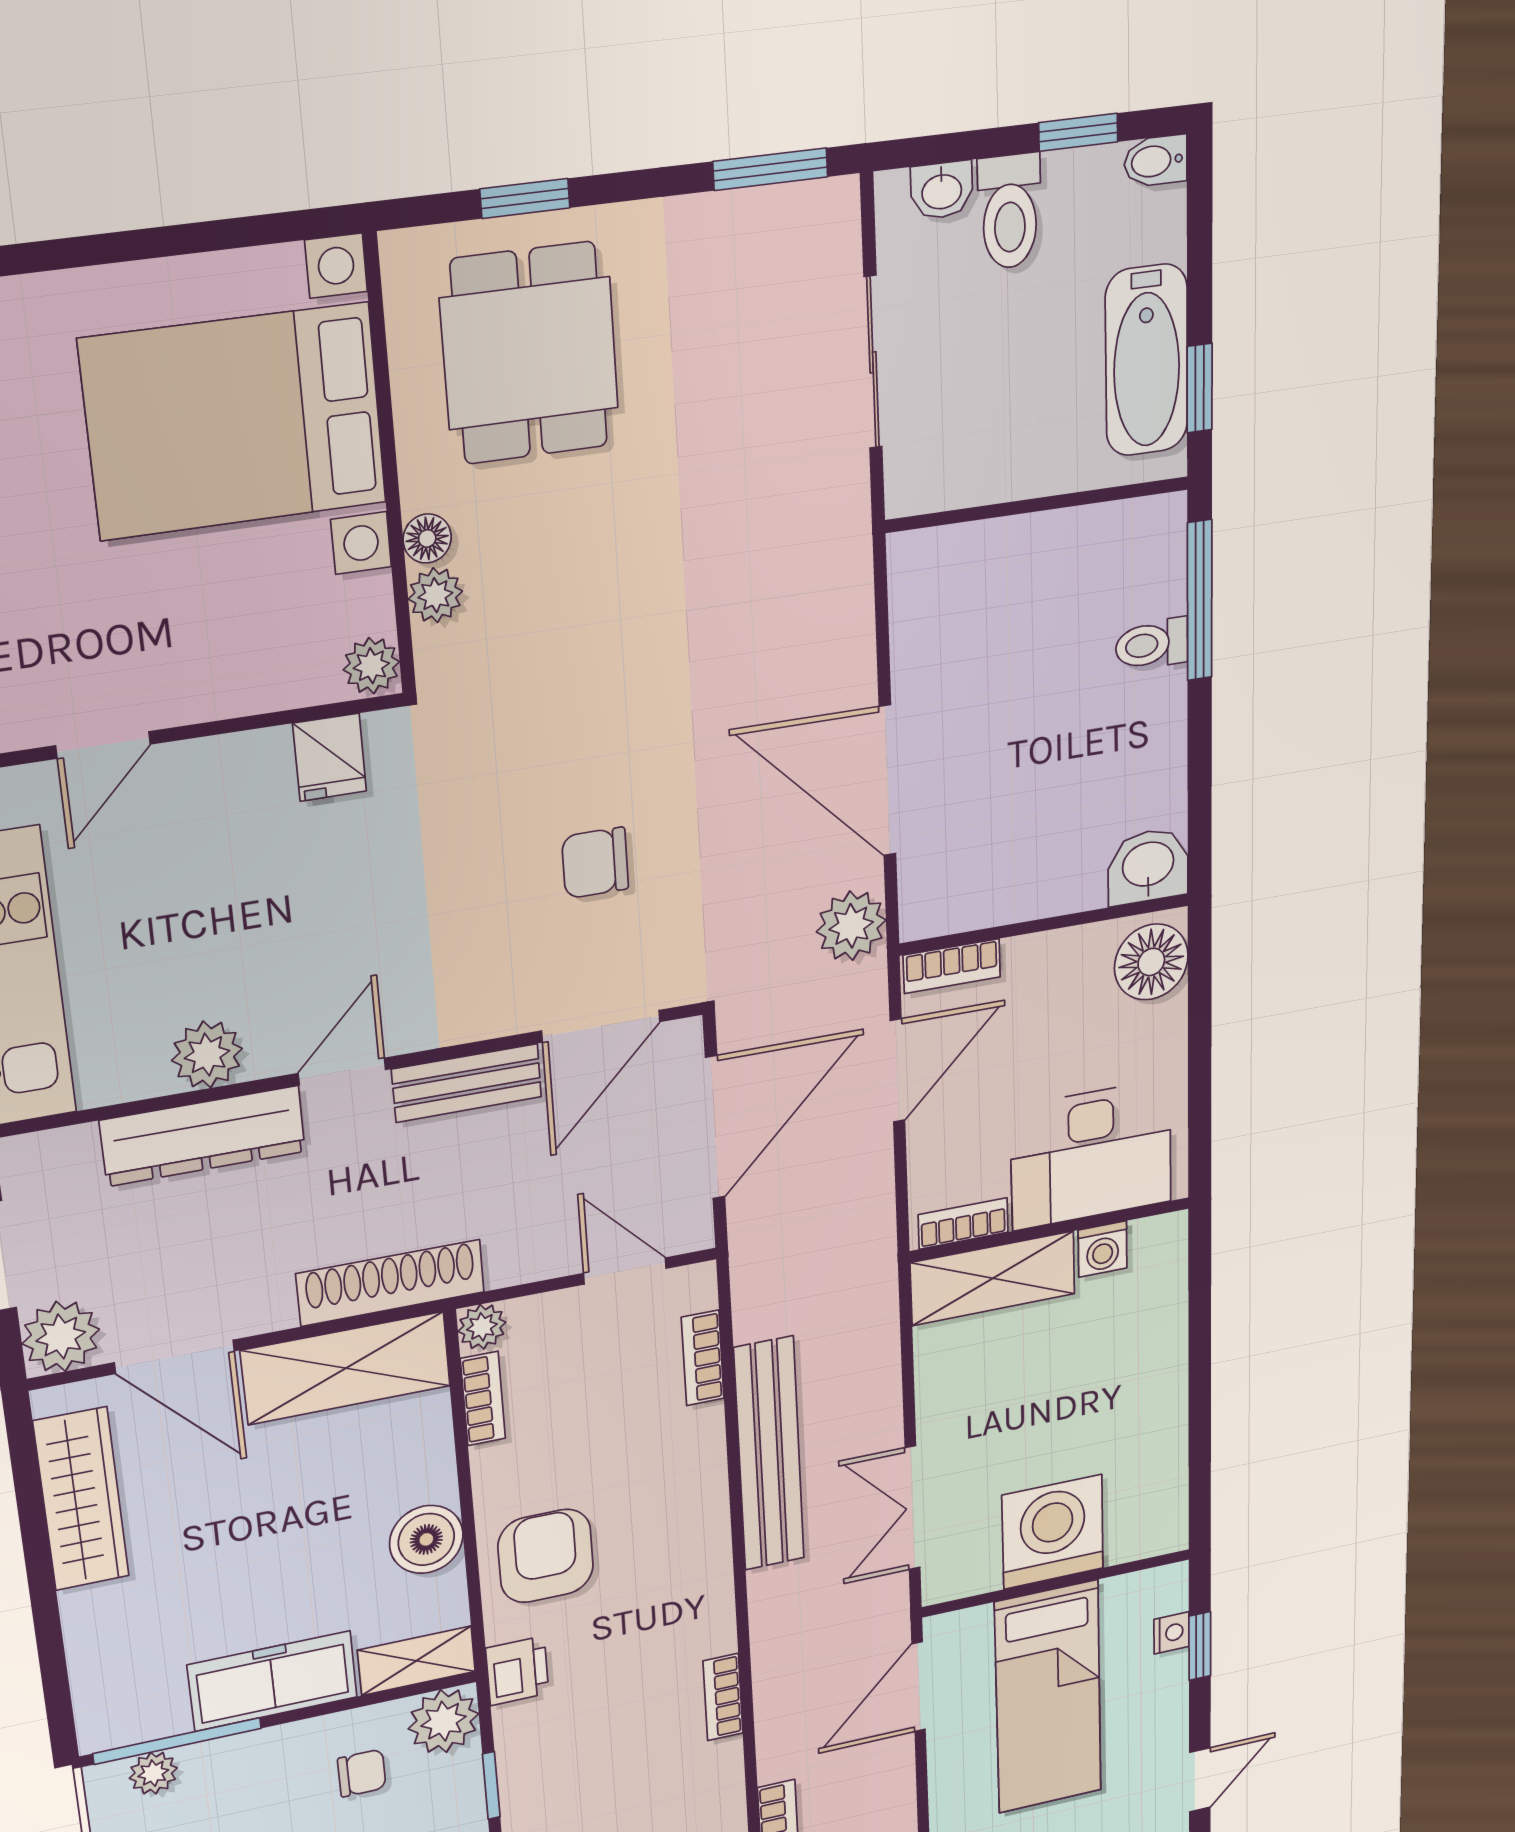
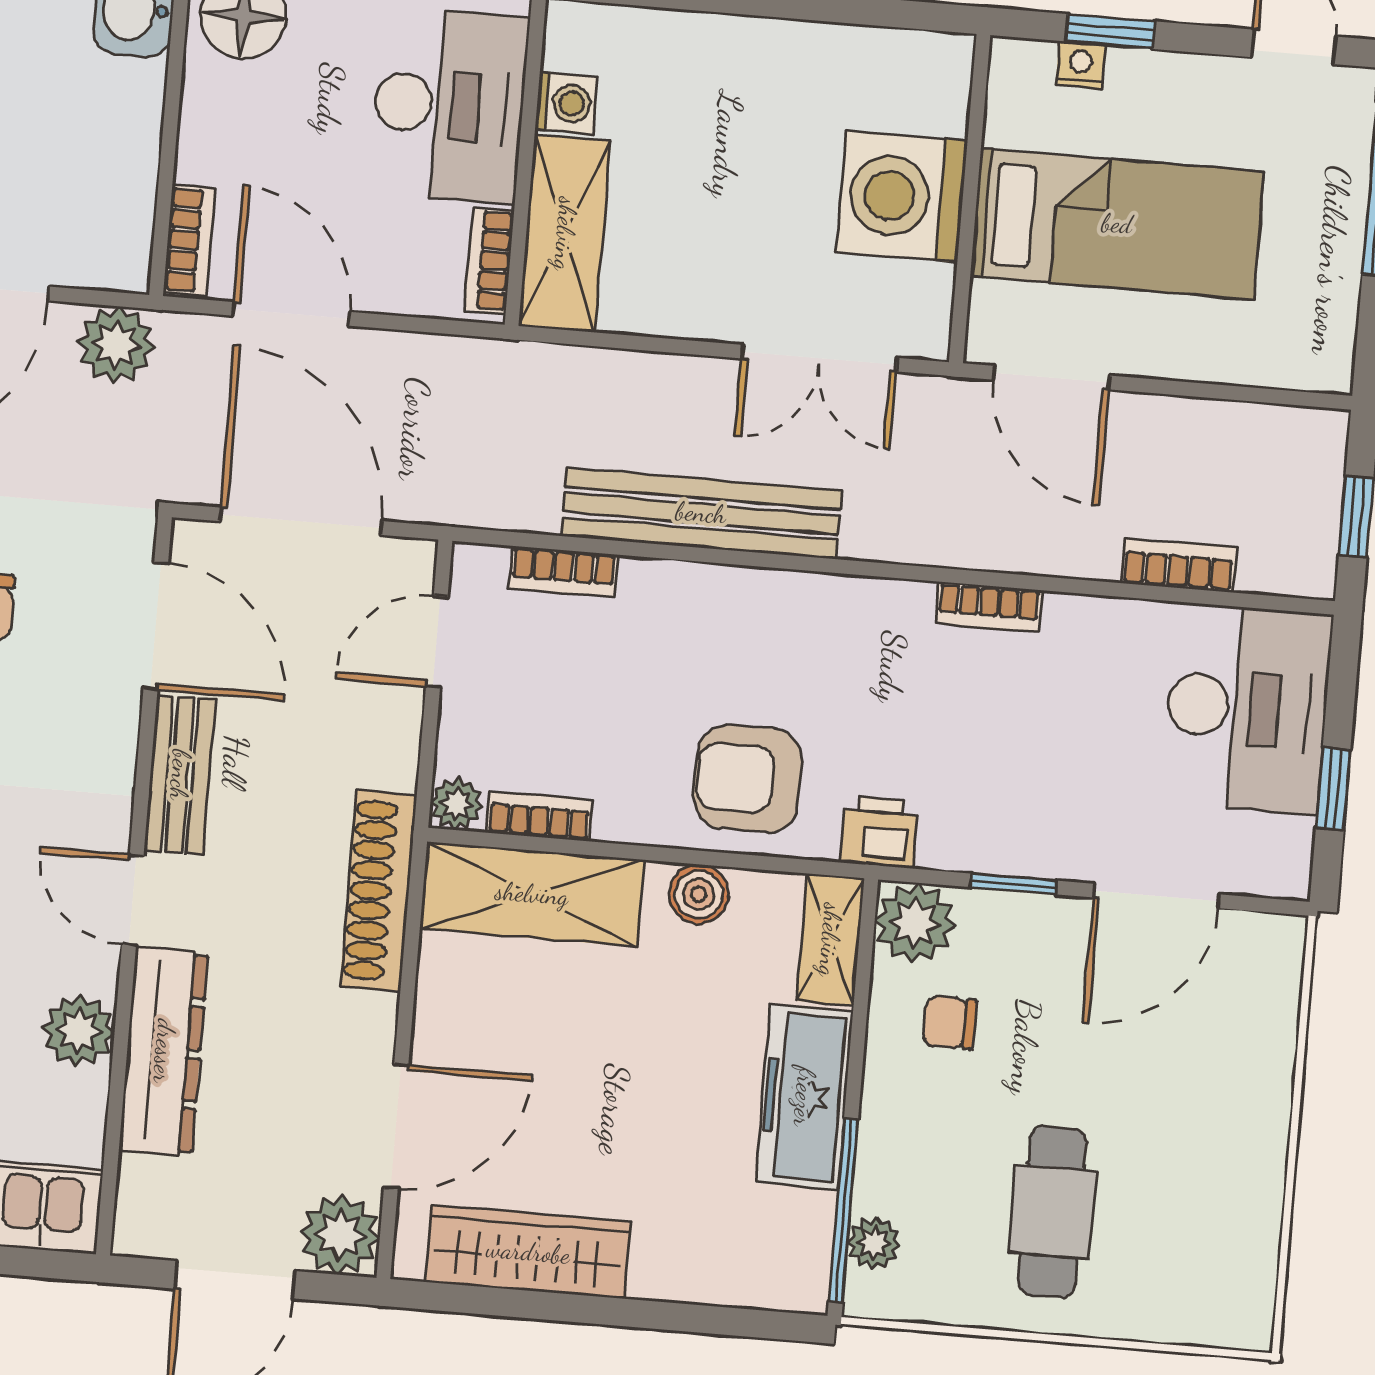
shelving: (346, 1368) -> (532, 894), moved, turned 90
boiler: (426, 1539) -> (699, 894), width x0.73, depth x0.73
chair: (362, 1773) -> (950, 1023), turned -90

